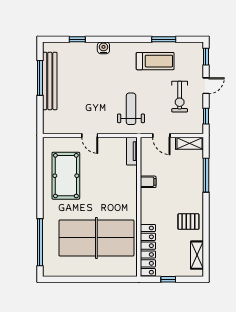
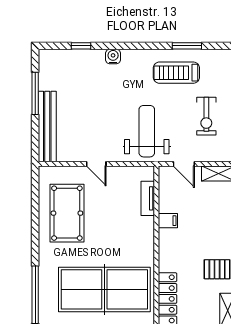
treadmill: (155, 61) -> (176, 73), turned 180
bench: (50, 81) -> (47, 126), moved
weight bench: (131, 109) -> (147, 131), width x1.36, depth x1.33
tv unit: (132, 151) -> (148, 198), moved

